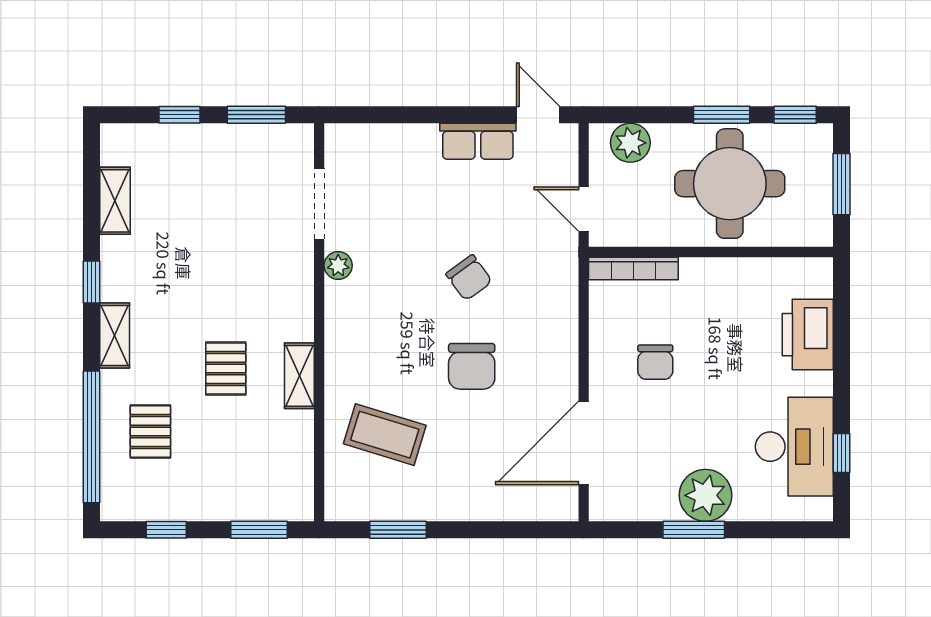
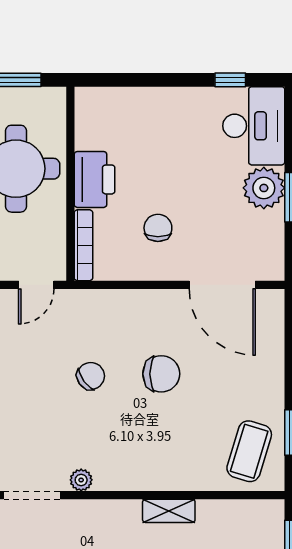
printer: (808, 335) -> (95, 179), moved, turned -90
chair: (655, 362) -> (158, 228), turned -90
coffee table: (385, 435) -> (249, 451), moved
desk: (794, 447) -> (254, 126), moved, turned 90

